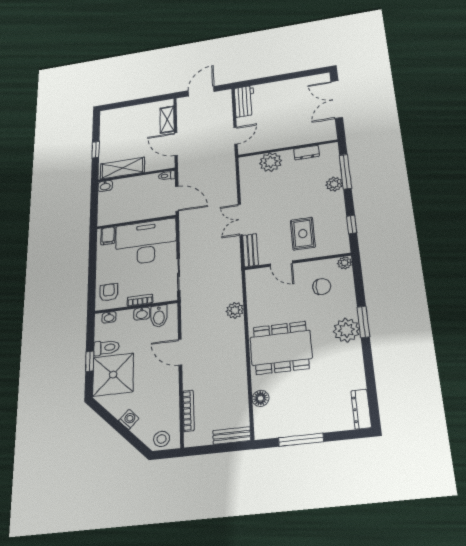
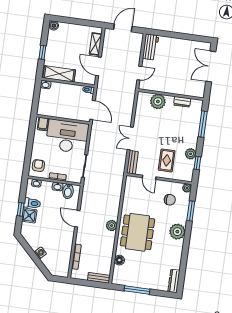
boiler: (107, 115) -> (54, 26), added
plant: (334, 184) -> (191, 154), moved
plant: (235, 310) -> (112, 226), moved
window: (363, 322) -> (191, 211), moved
dining table: (281, 348) -> (137, 232), turned 90
shower: (113, 375) -> (29, 215), width x0.54, depth x0.54
stool: (162, 439) -> (58, 270), removed

